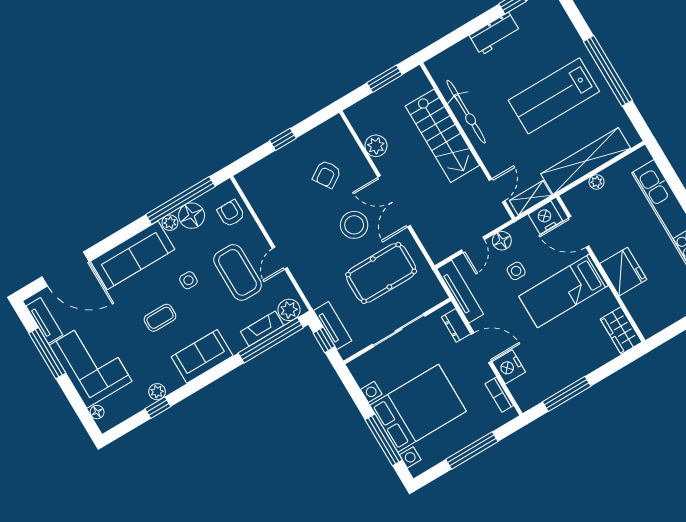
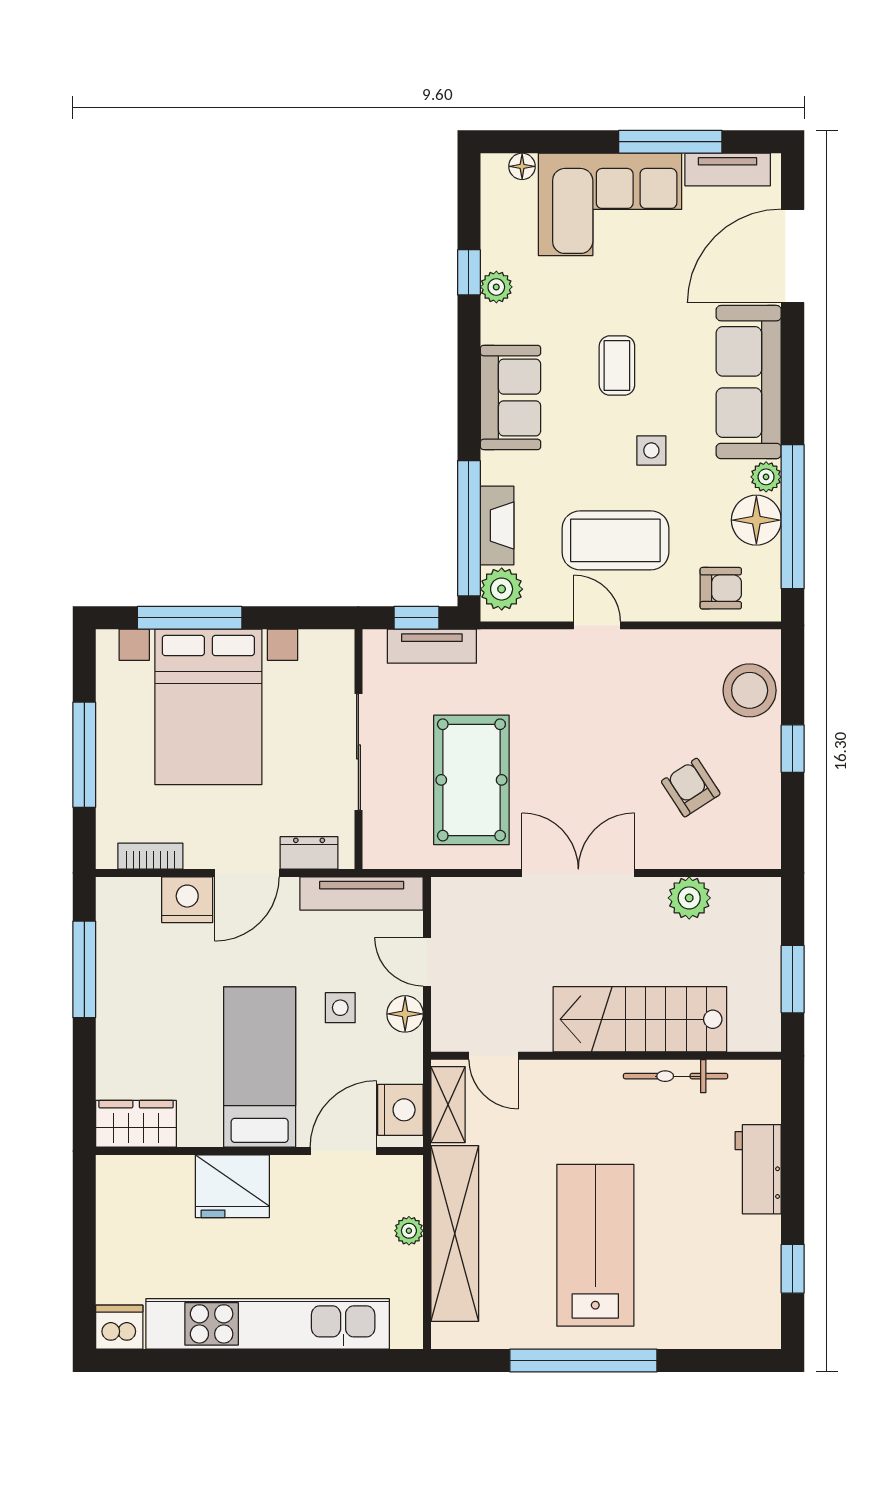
workbench: (495, 34) -> (758, 1169), moved
bicycle: (466, 112) -> (676, 1076), width x0.73, depth x0.71
stool: (354, 225) -> (750, 690), moved

